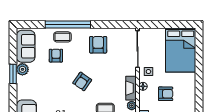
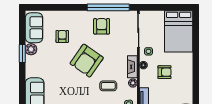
window: (68, 24) -> (108, 7), moved
coffee table: (62, 37) -> (68, 19), removed
armchair: (82, 81) -> (87, 61), width x1.88, depth x1.88

